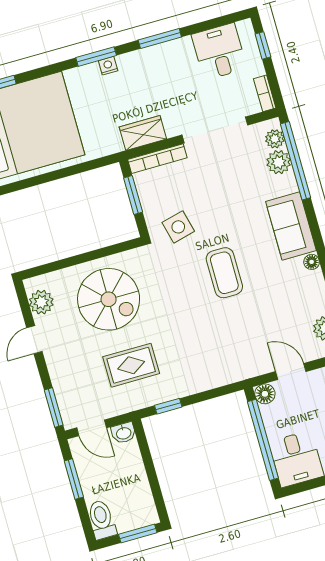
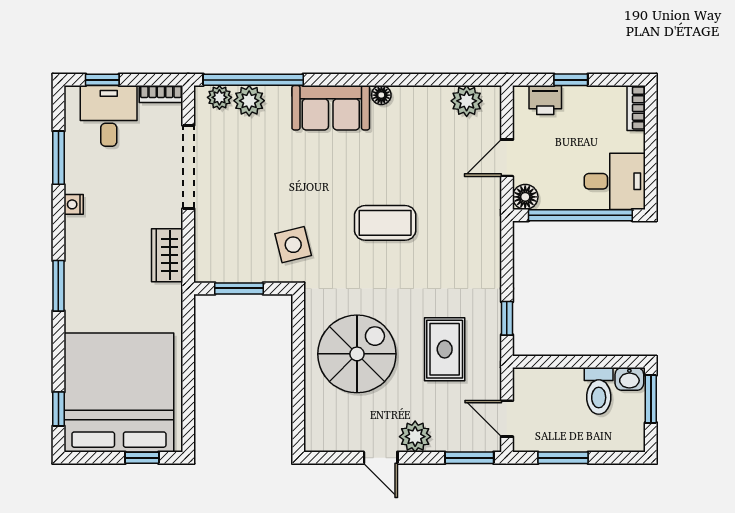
window: (160, 39) -> (58, 158), moved
desk: (219, 52) -> (109, 116), moved, turned 90
nightstand: (108, 66) -> (74, 204), moved
bookcase: (157, 159) -> (203, 246), removed
coffee table: (224, 273) -> (385, 223), moved
plant: (41, 302) -> (415, 437), moved
door: (92, 428) -> (507, 419), swing flipped
washbasin: (124, 433) -> (629, 379), moved, turned 90
toilet: (102, 520) -> (599, 391), moved, turned -90

